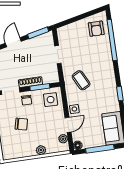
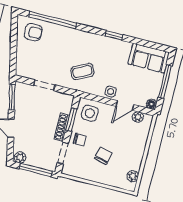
door: (68, 125) -> (125, 106), swing flipped
plant: (41, 150) -> (133, 176), moved

